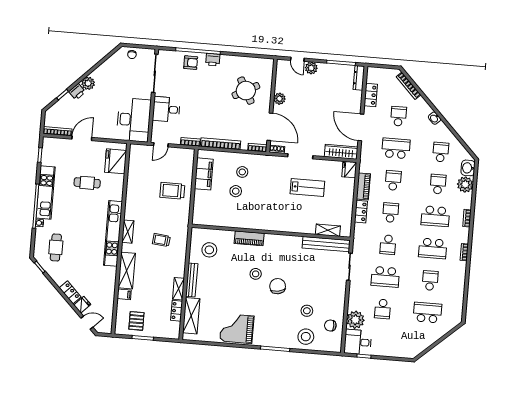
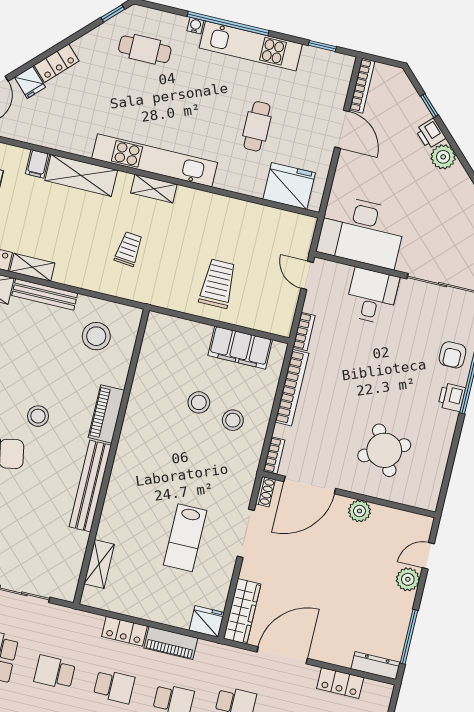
bench: (326, 244) -> (90, 486), moved

